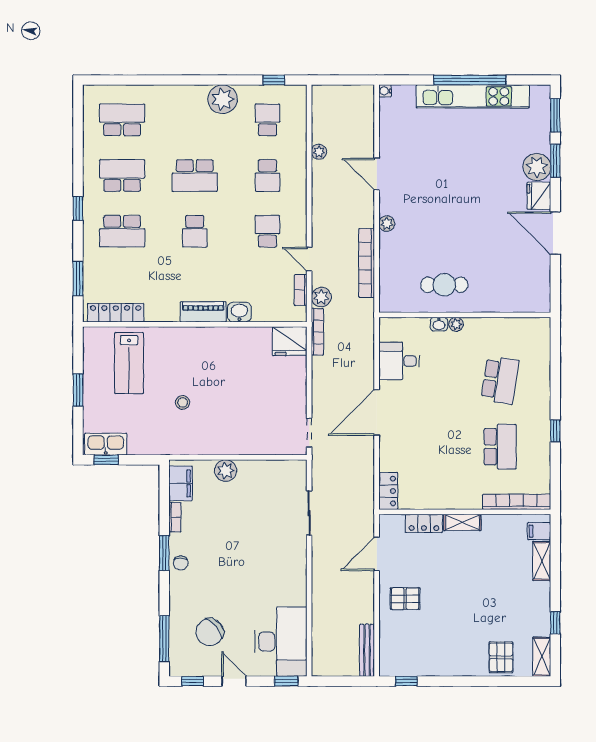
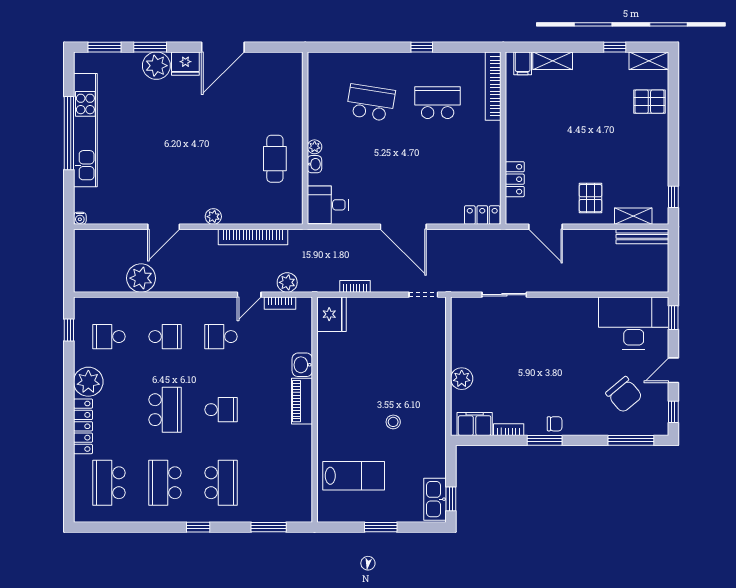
plant: (319, 152) -> (141, 278), width x1.87, depth x1.87
locker: (116, 313) -> (83, 426), moved, turned 180
bookcase: (317, 332) -> (355, 286), moved, width x0.64
desk: (399, 361) -> (328, 205), moved, turned 90
shelving: (462, 522) -> (633, 216), moved, turned 90

